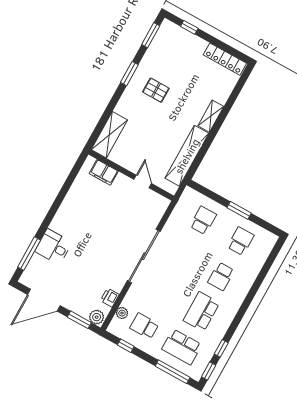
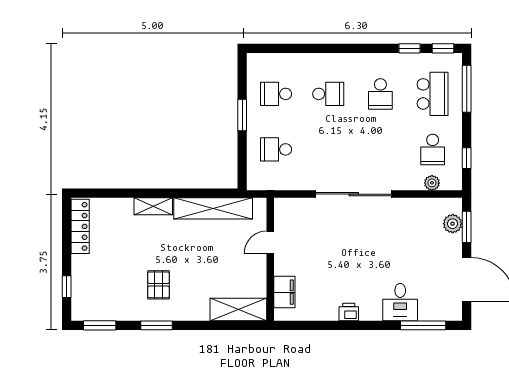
printer: (110, 298) -> (349, 312), moved, turned 180
school desk: (201, 312) -> (380, 94), width x0.54
plant: (97, 317) -> (453, 224), moved

